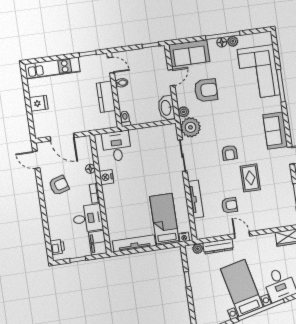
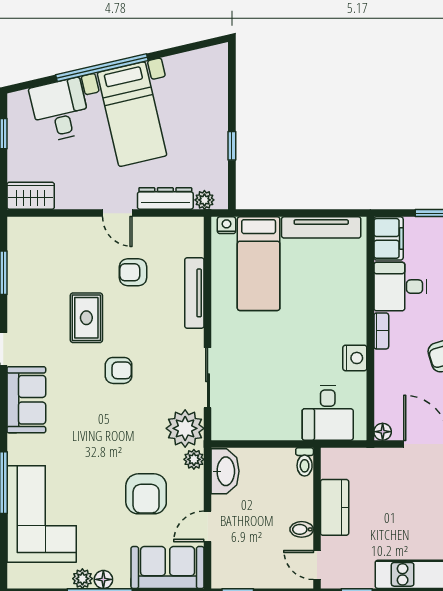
armchair: (206, 90) -> (146, 494), turned -91
armchair: (230, 153) -> (119, 370), turned 90
floor lamp: (90, 169) -> (383, 432), moved

